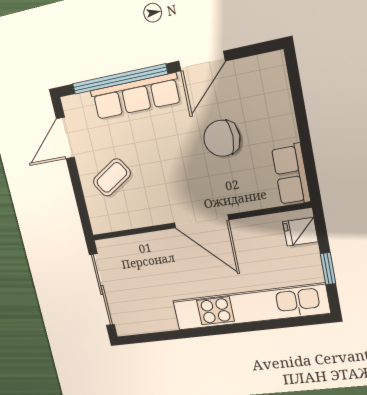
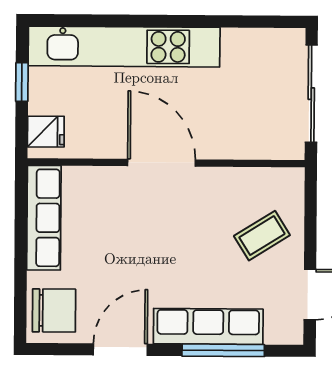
window: (120, 79) -> (223, 350), width x0.68
chair: (222, 138) -> (54, 310), moved
row of seats: (291, 175) -> (44, 218), width x1.48

